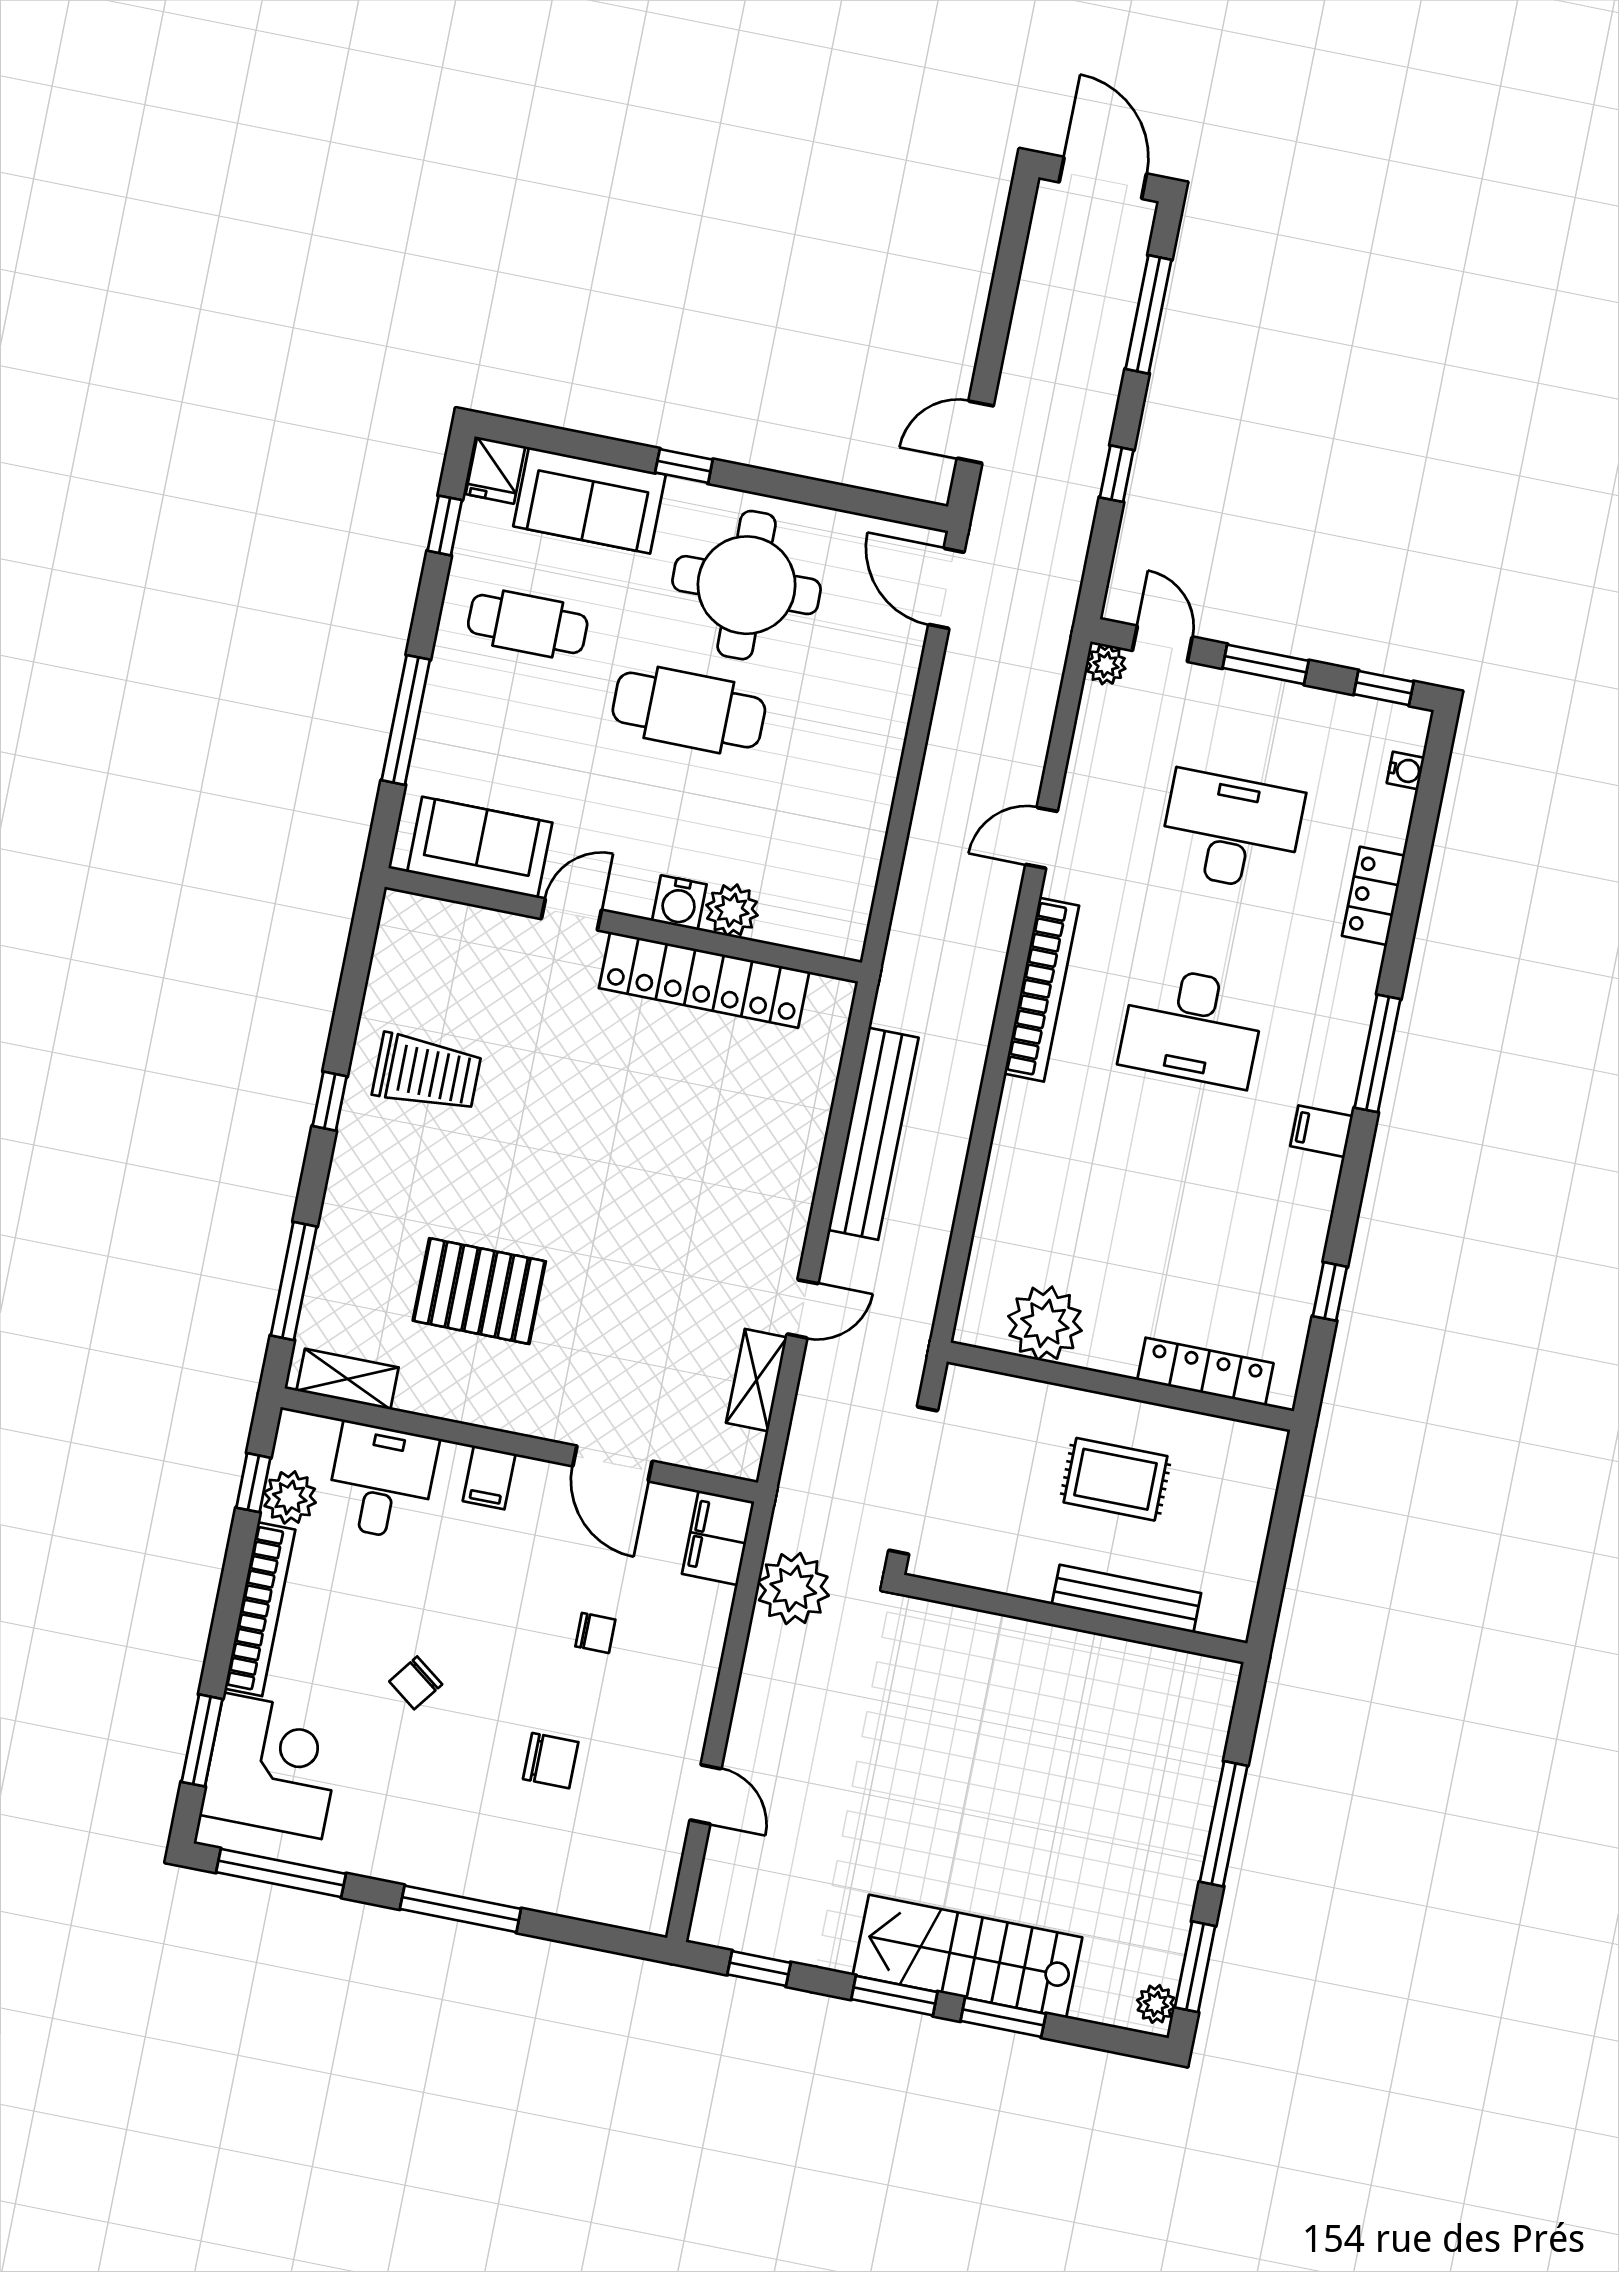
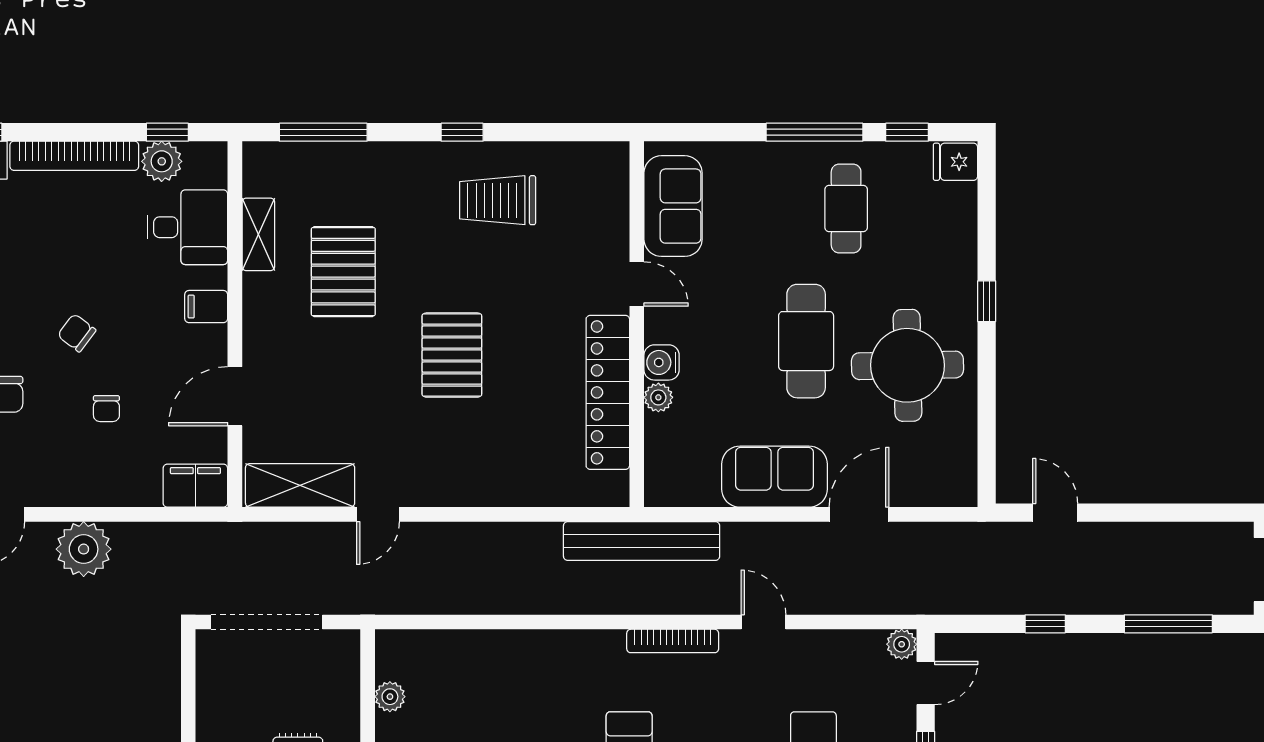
sofa: (590, 500) -> (774, 477), moved, turned 90
door: (946, 588) -> (859, 514), moved
window: (406, 720) -> (814, 132), moved
plant: (732, 910) -> (658, 397), width x0.73, depth x0.73
bookcase: (1042, 990) -> (673, 641), width x0.68, depth x0.76
trolley: (427, 1073) -> (498, 200), turned 90
bench: (873, 1134) -> (642, 541), moved
pallet: (615, 1172) -> (452, 355), added
door: (802, 1309) -> (378, 514), hinge flipped
plant: (1045, 1323) -> (390, 697), width x0.53, depth x0.53
shelving: (348, 1379) -> (258, 234), moved
shelving: (757, 1380) -> (300, 485), width x1.50, depth x1.33
plant: (793, 1589) -> (84, 549), moved
chair: (416, 1683) -> (77, 333), moved

